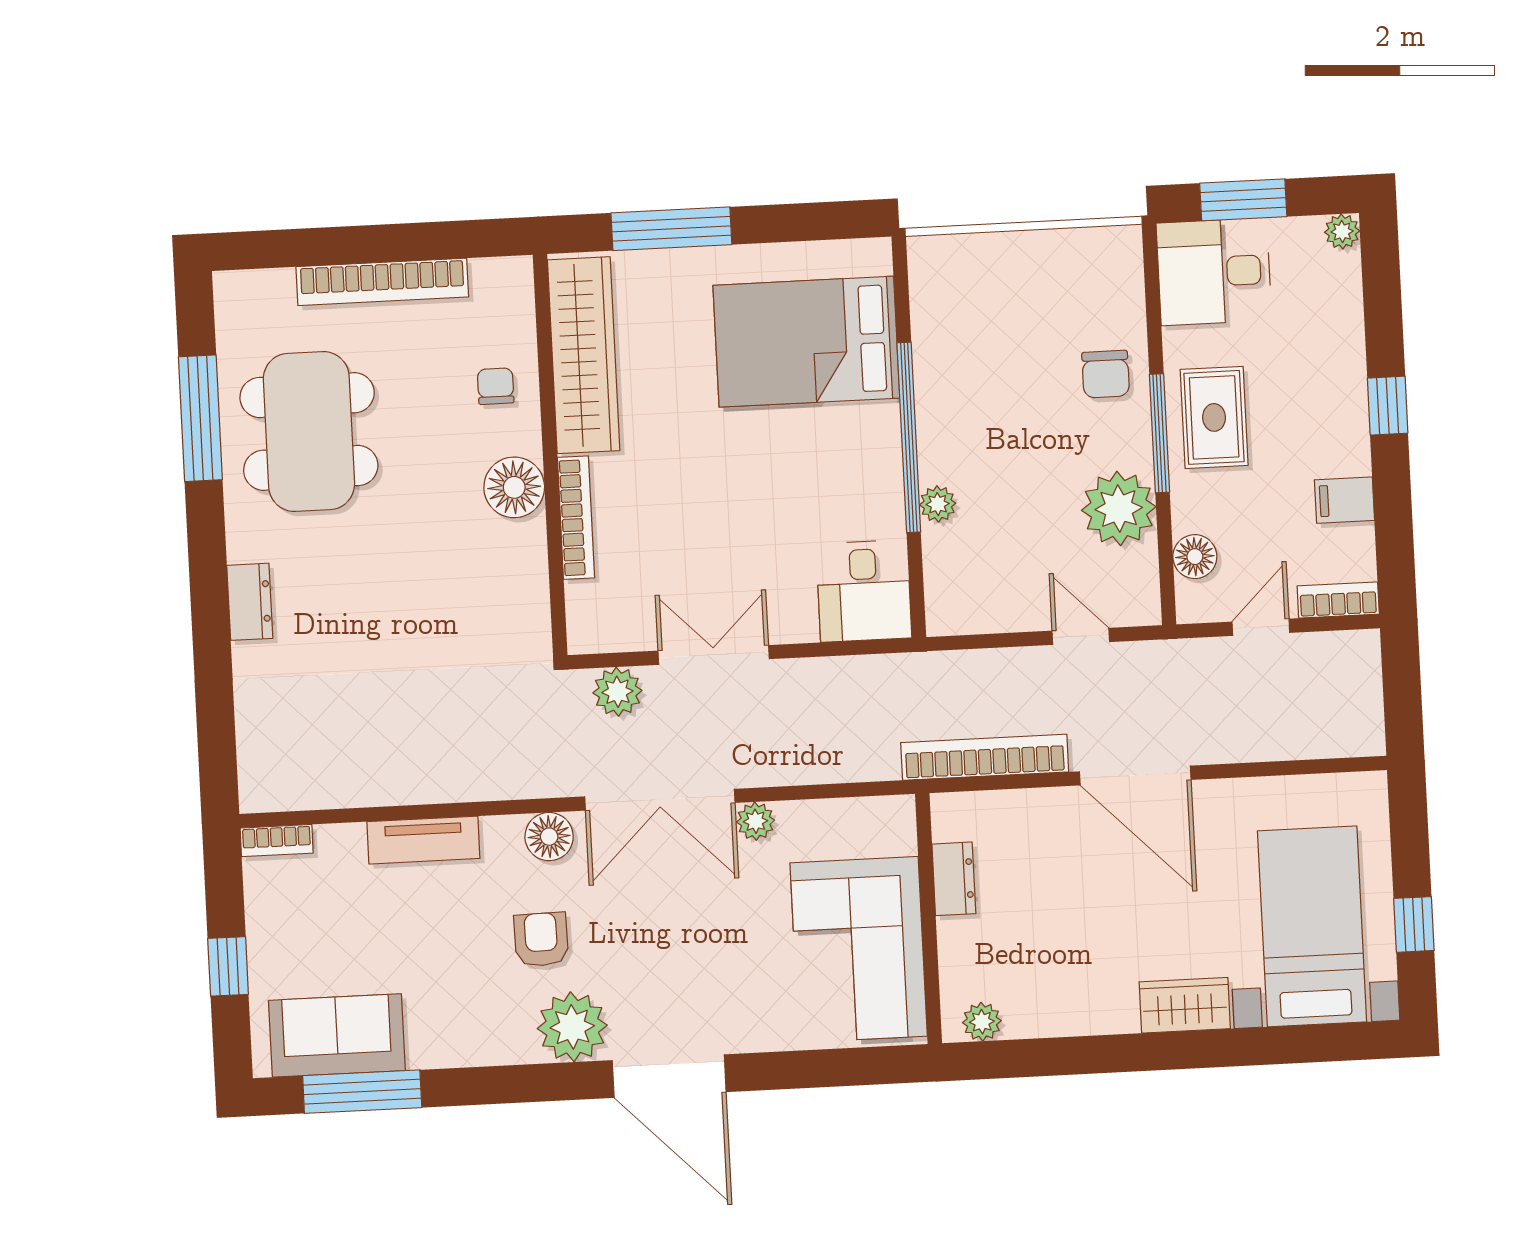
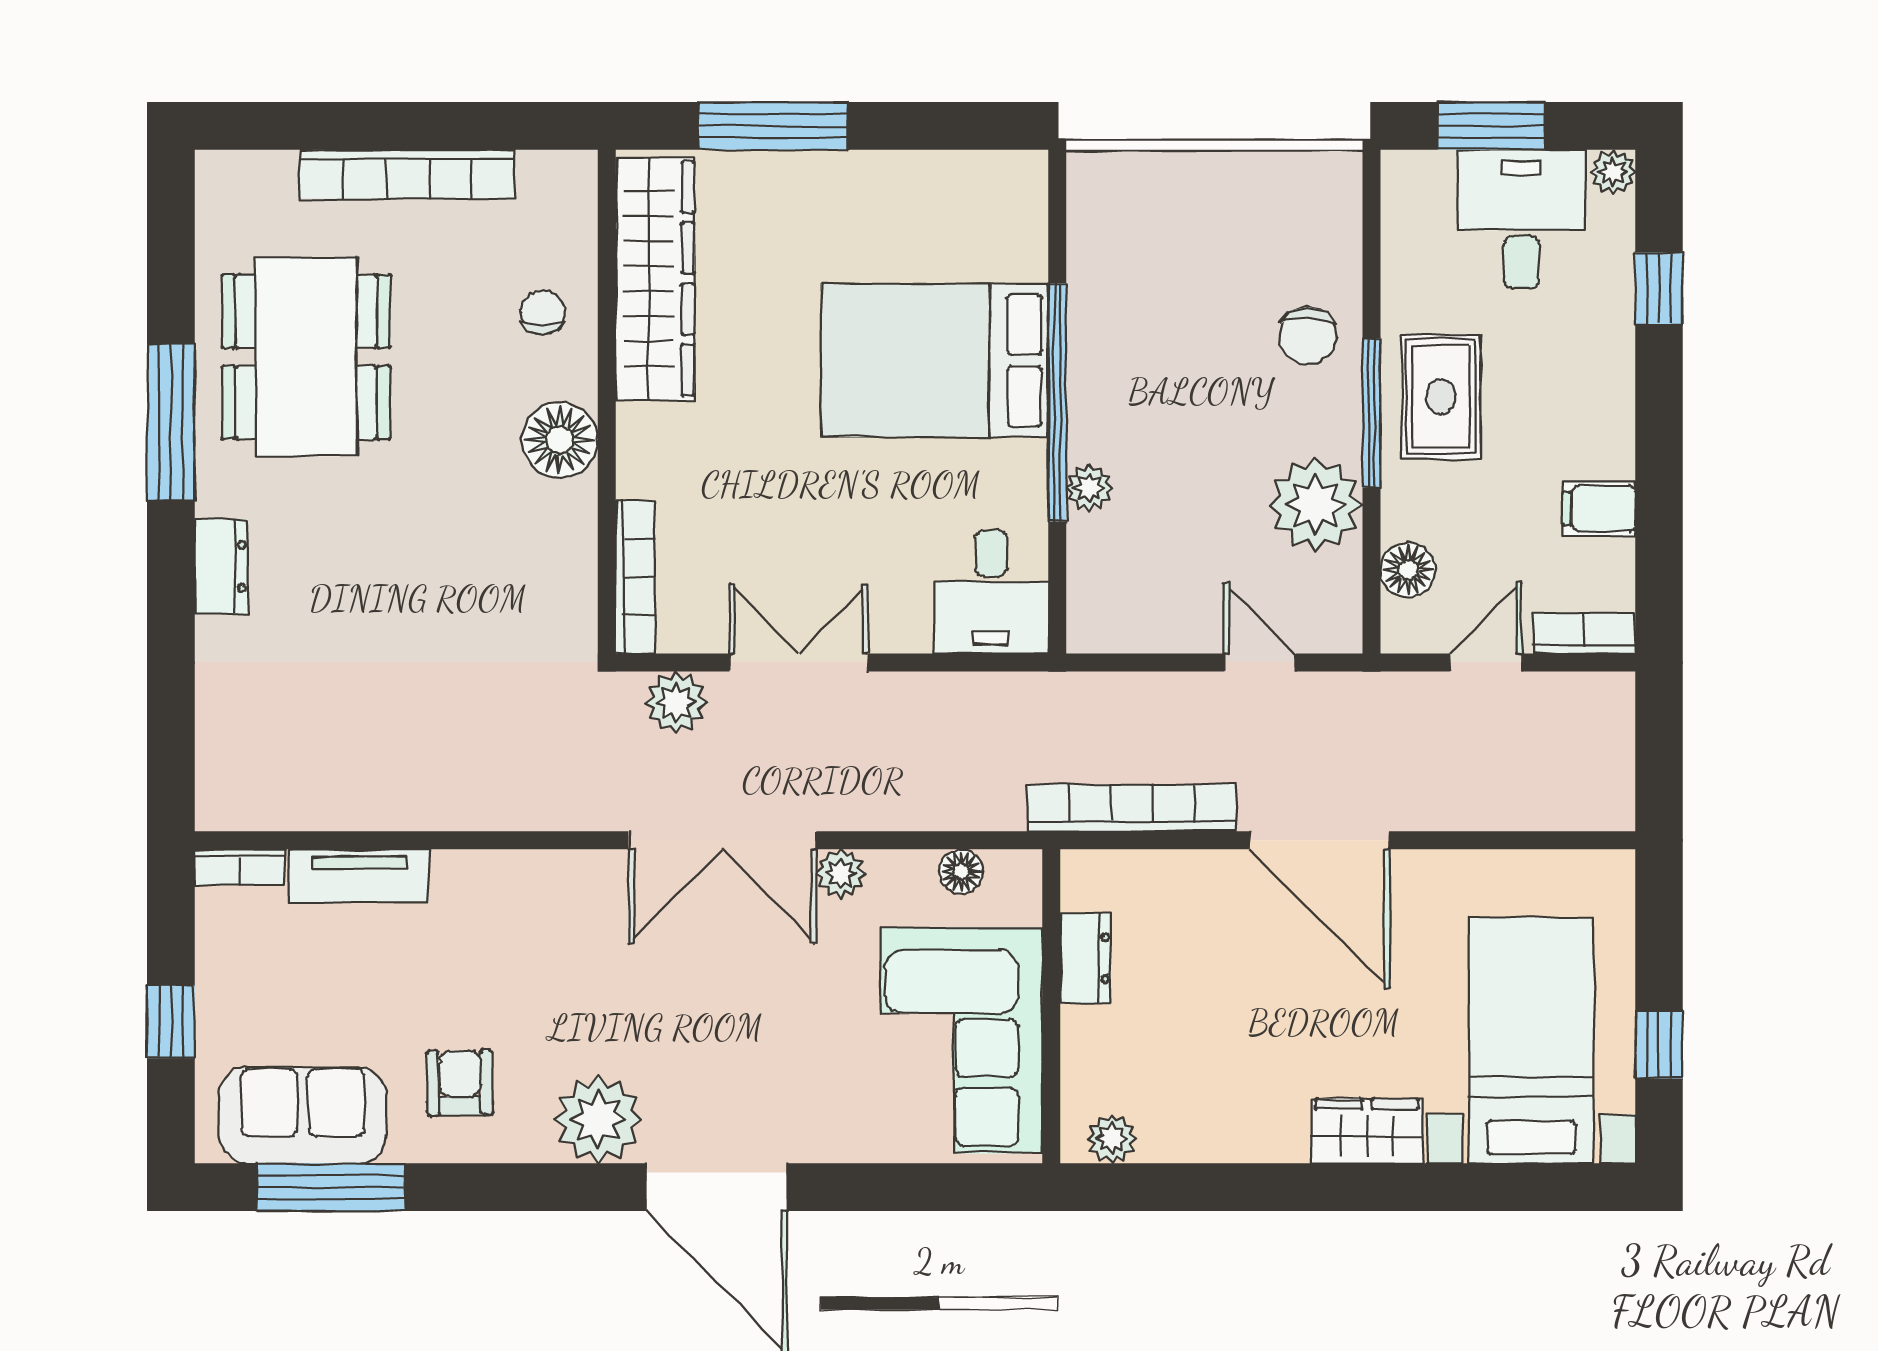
desk: (1214, 272) -> (1522, 219), moved, turned 90
bed: (806, 342) -> (935, 360), moved
window: (1388, 406) -> (1659, 288), moved
window: (200, 418) -> (171, 423), moved
bookcase: (576, 518) -> (635, 577), moved
floor lamp: (549, 837) -> (961, 871), moved, width x0.73, depth x0.73
tv unit: (423, 840) -> (359, 876), moved
armchair: (541, 939) -> (460, 1083), moved

